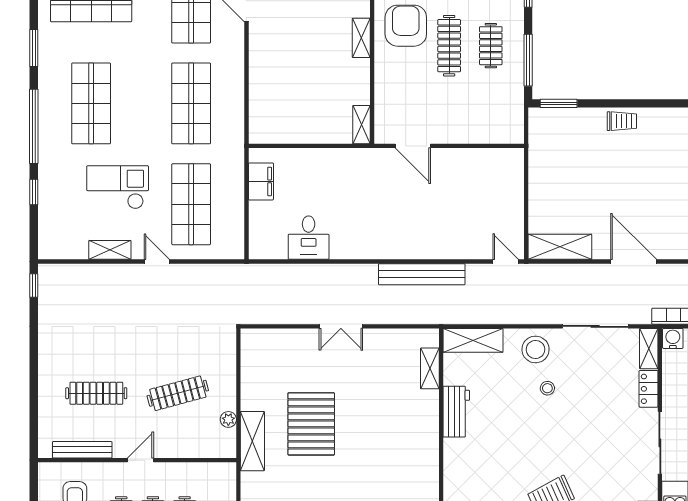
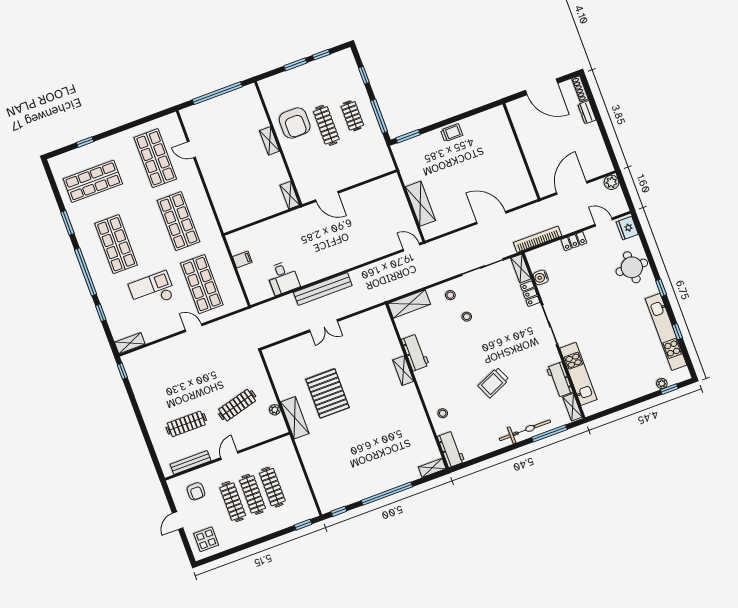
armchair: (406, 26) -> (295, 123), turned 180
filing cabinet: (261, 181) -> (242, 260), width x0.50
shelving: (560, 247) -> (420, 204), moved, turned 90
shelving: (110, 250) -> (130, 343), moved
bench: (422, 274) -> (323, 289), moved
water cooler: (673, 338) -> (541, 277), moved, turned -90
stool: (536, 349) -> (450, 295), width x0.53, depth x0.53
shelving: (430, 368) -> (403, 371), moved

